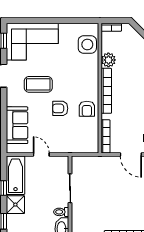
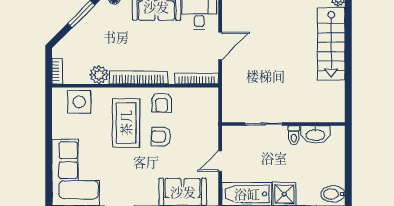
coffee table: (38, 84) -> (126, 123), moved, width x1.36, depth x1.32
armchair: (60, 108) -> (161, 137), turned 90
armchair: (87, 109) -> (162, 102), turned 90

